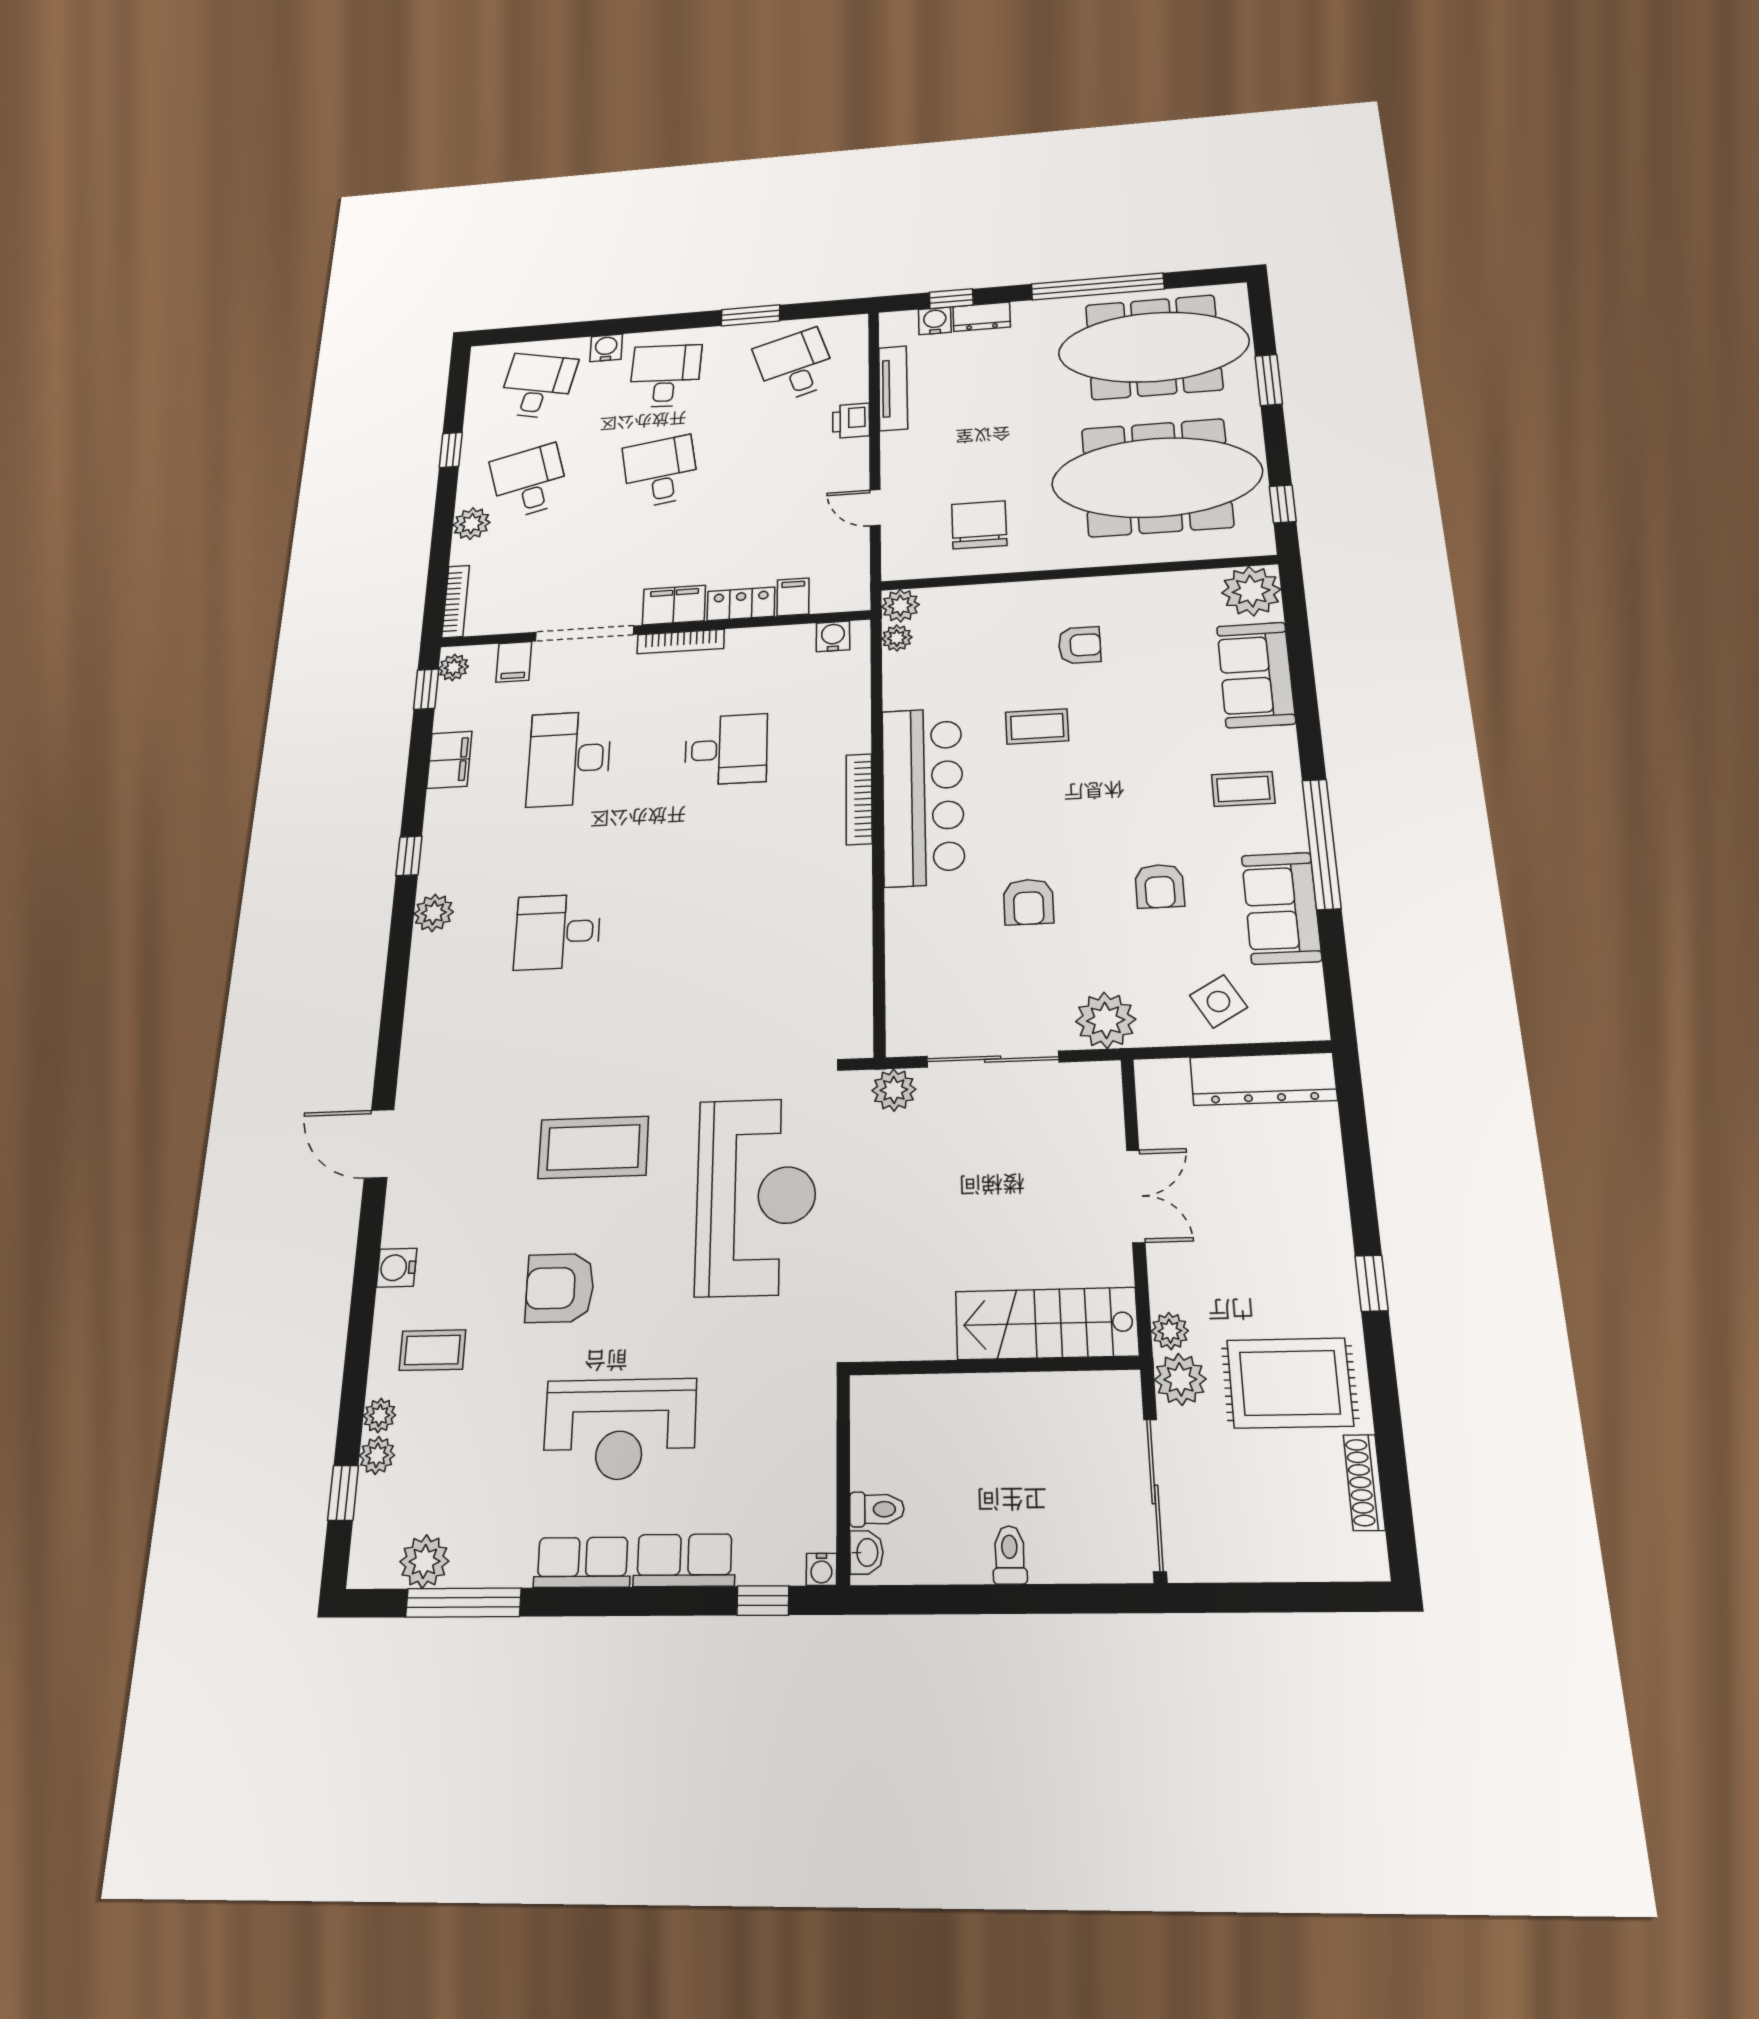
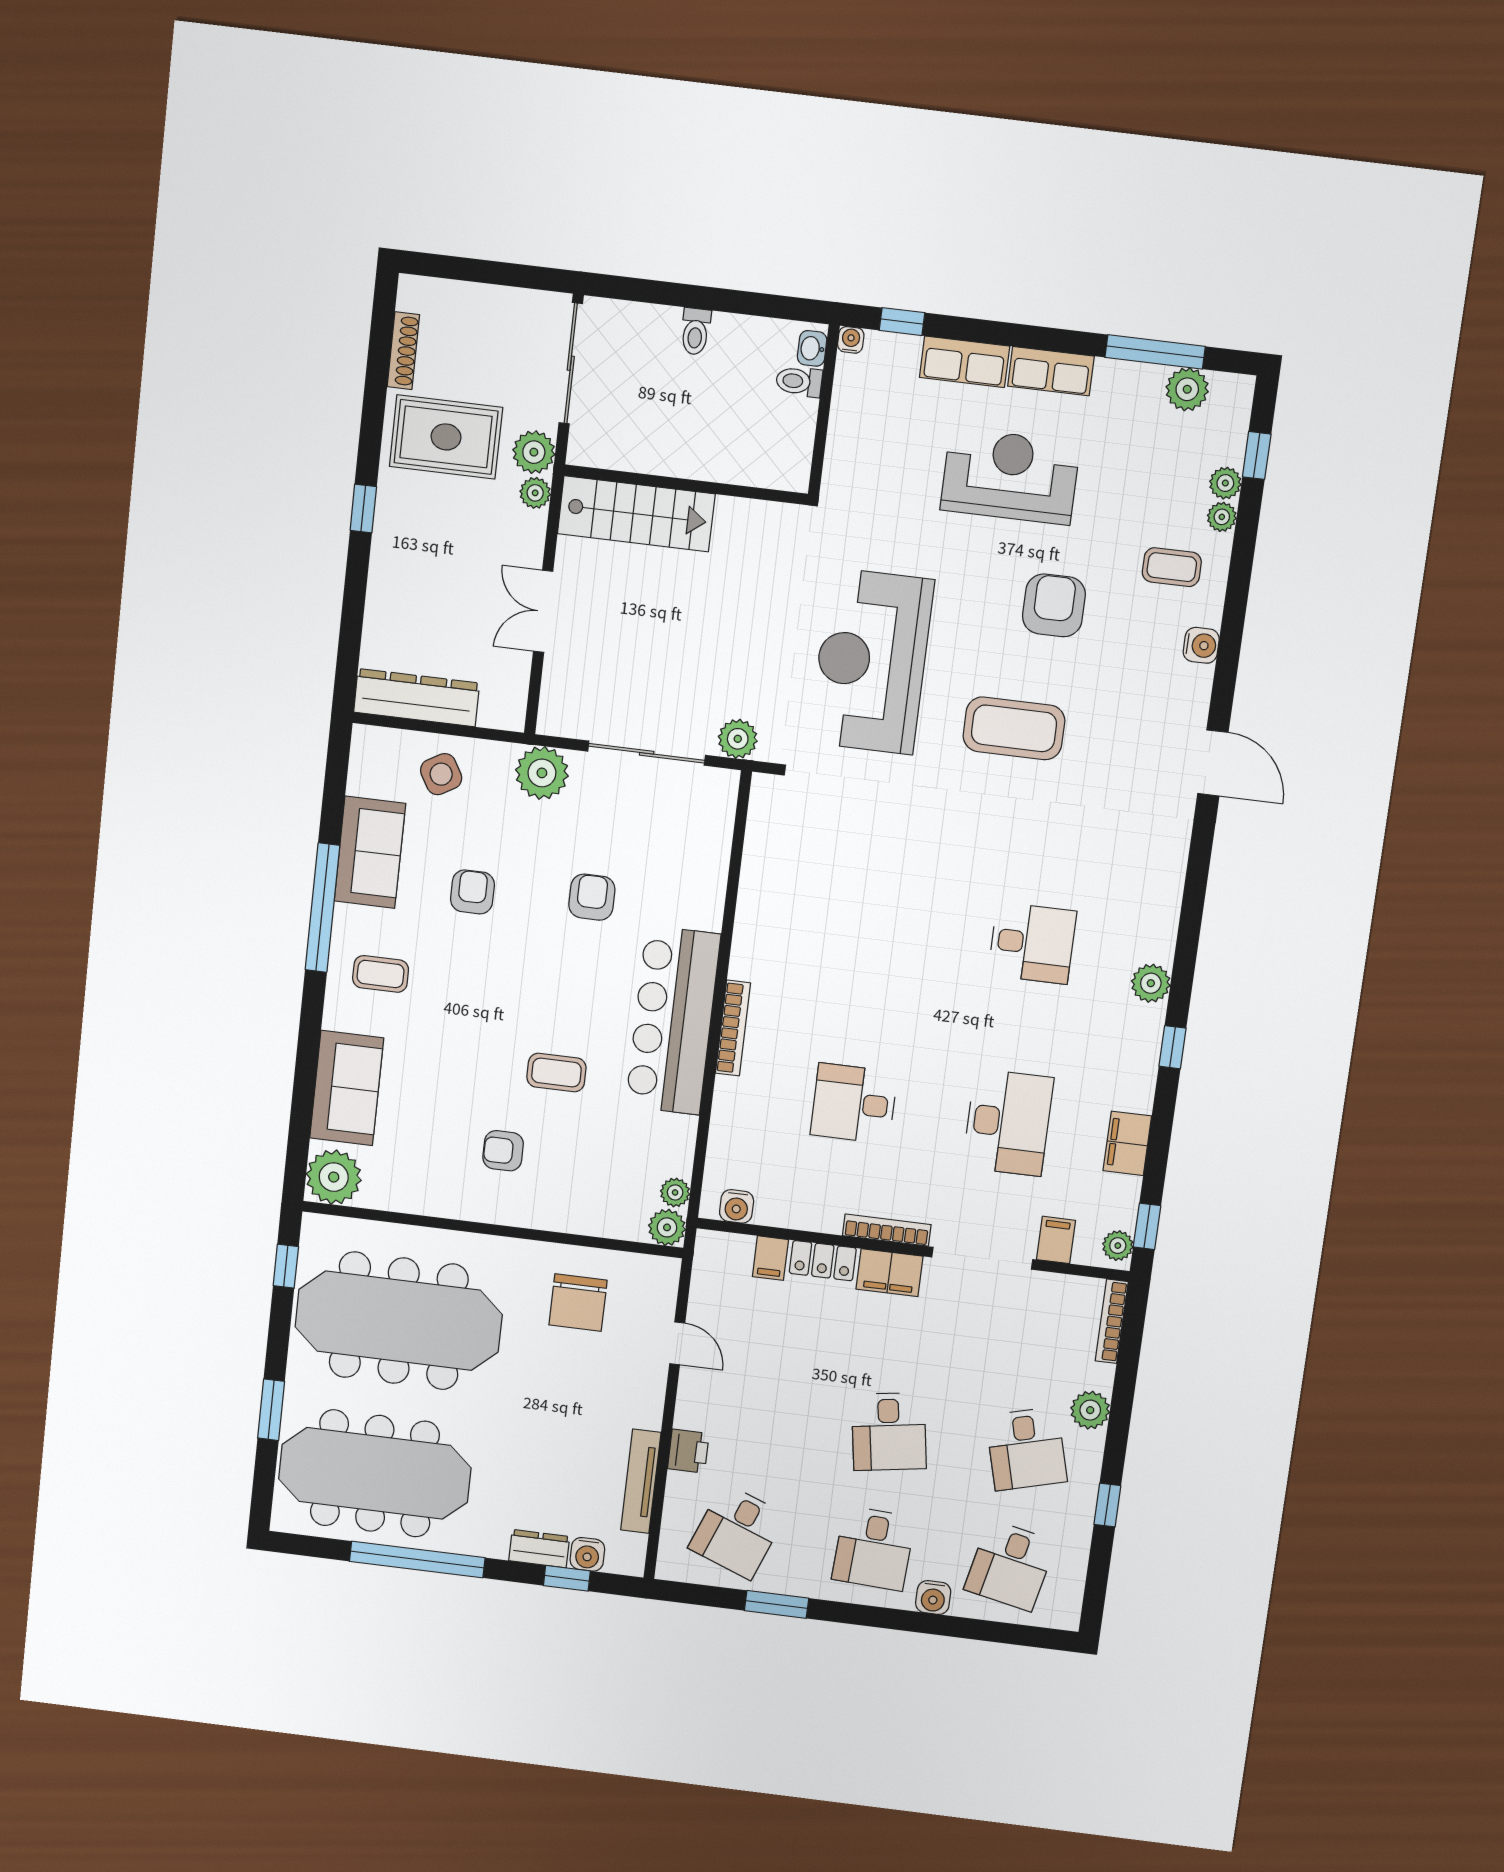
desk: (795, 365) -> (737, 1531), turned 39
armchair: (560, 1288) -> (1054, 605), turned -90

